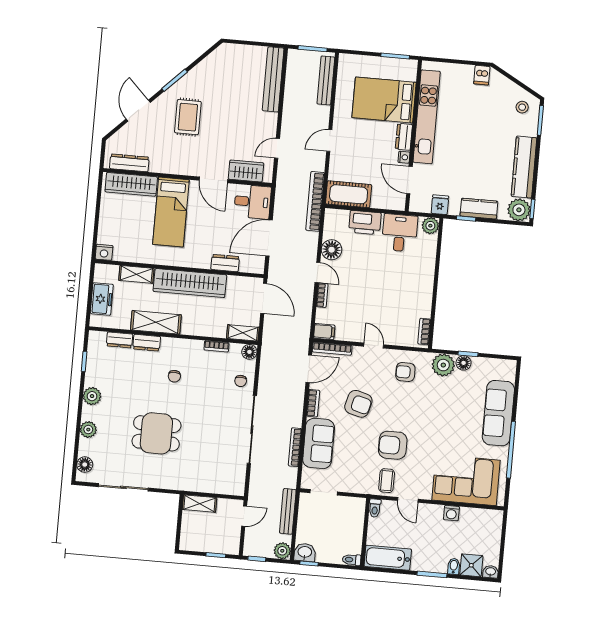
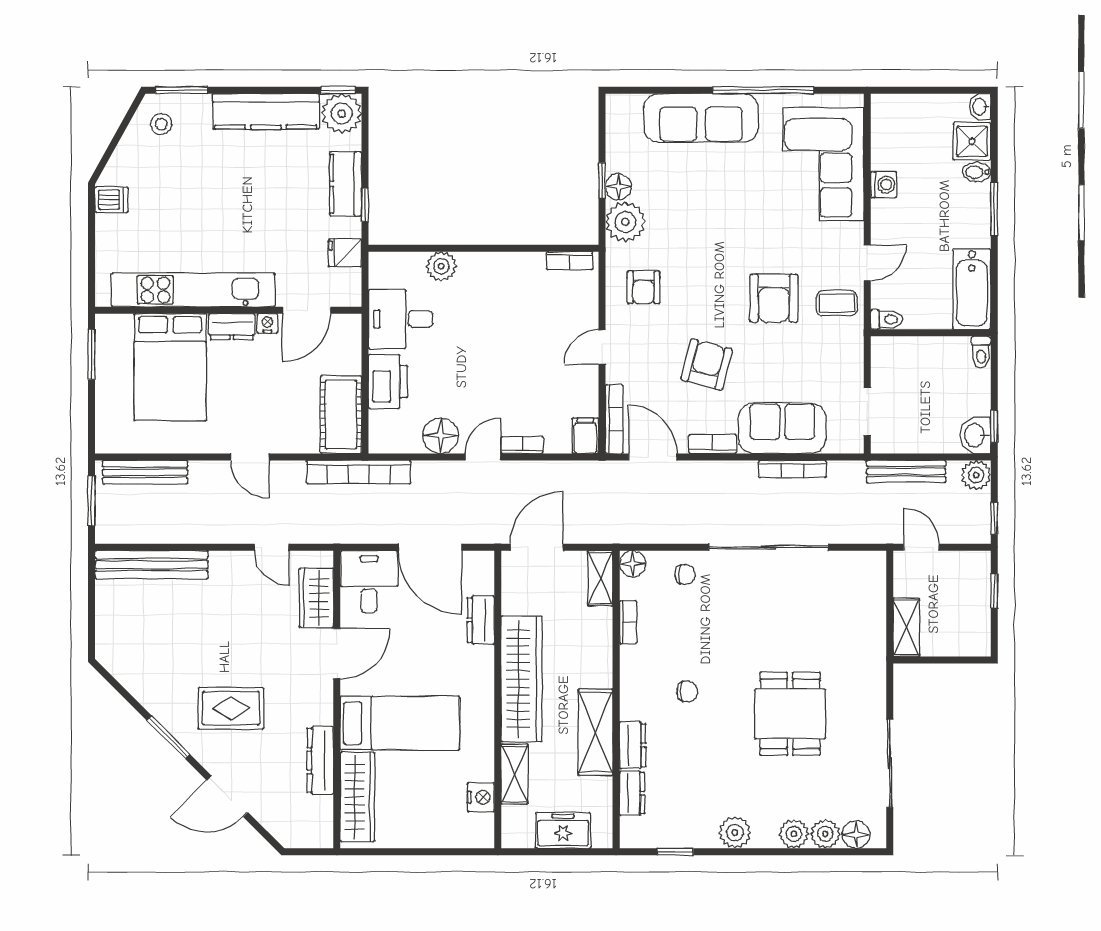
dresser: (129, 163) -> (320, 761), moved
plant: (430, 226) -> (441, 266), moved
nightstand: (104, 252) -> (481, 797), moved
plant: (87, 447) -> (825, 834), added

